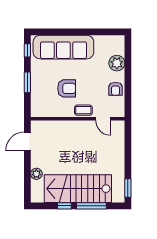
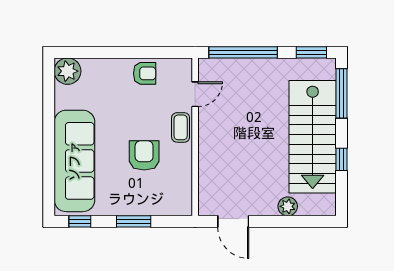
plant: (117, 63) -> (68, 71), moved
window: (128, 147) -> (243, 52), added
window: (91, 206) -> (342, 93), moved

